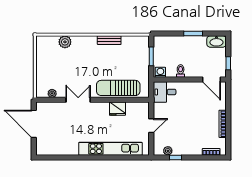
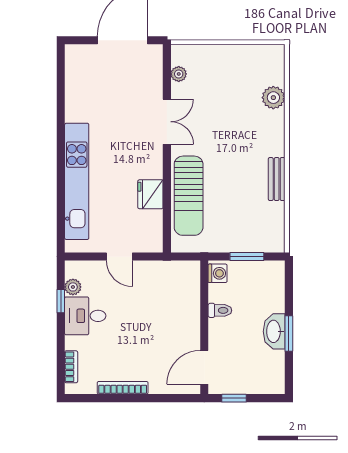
washbasin: (216, 42) -> (274, 331), moved
sun lounger: (118, 88) -> (189, 196), turned 180
desk: (165, 92) -> (85, 316), moved, turned -90

